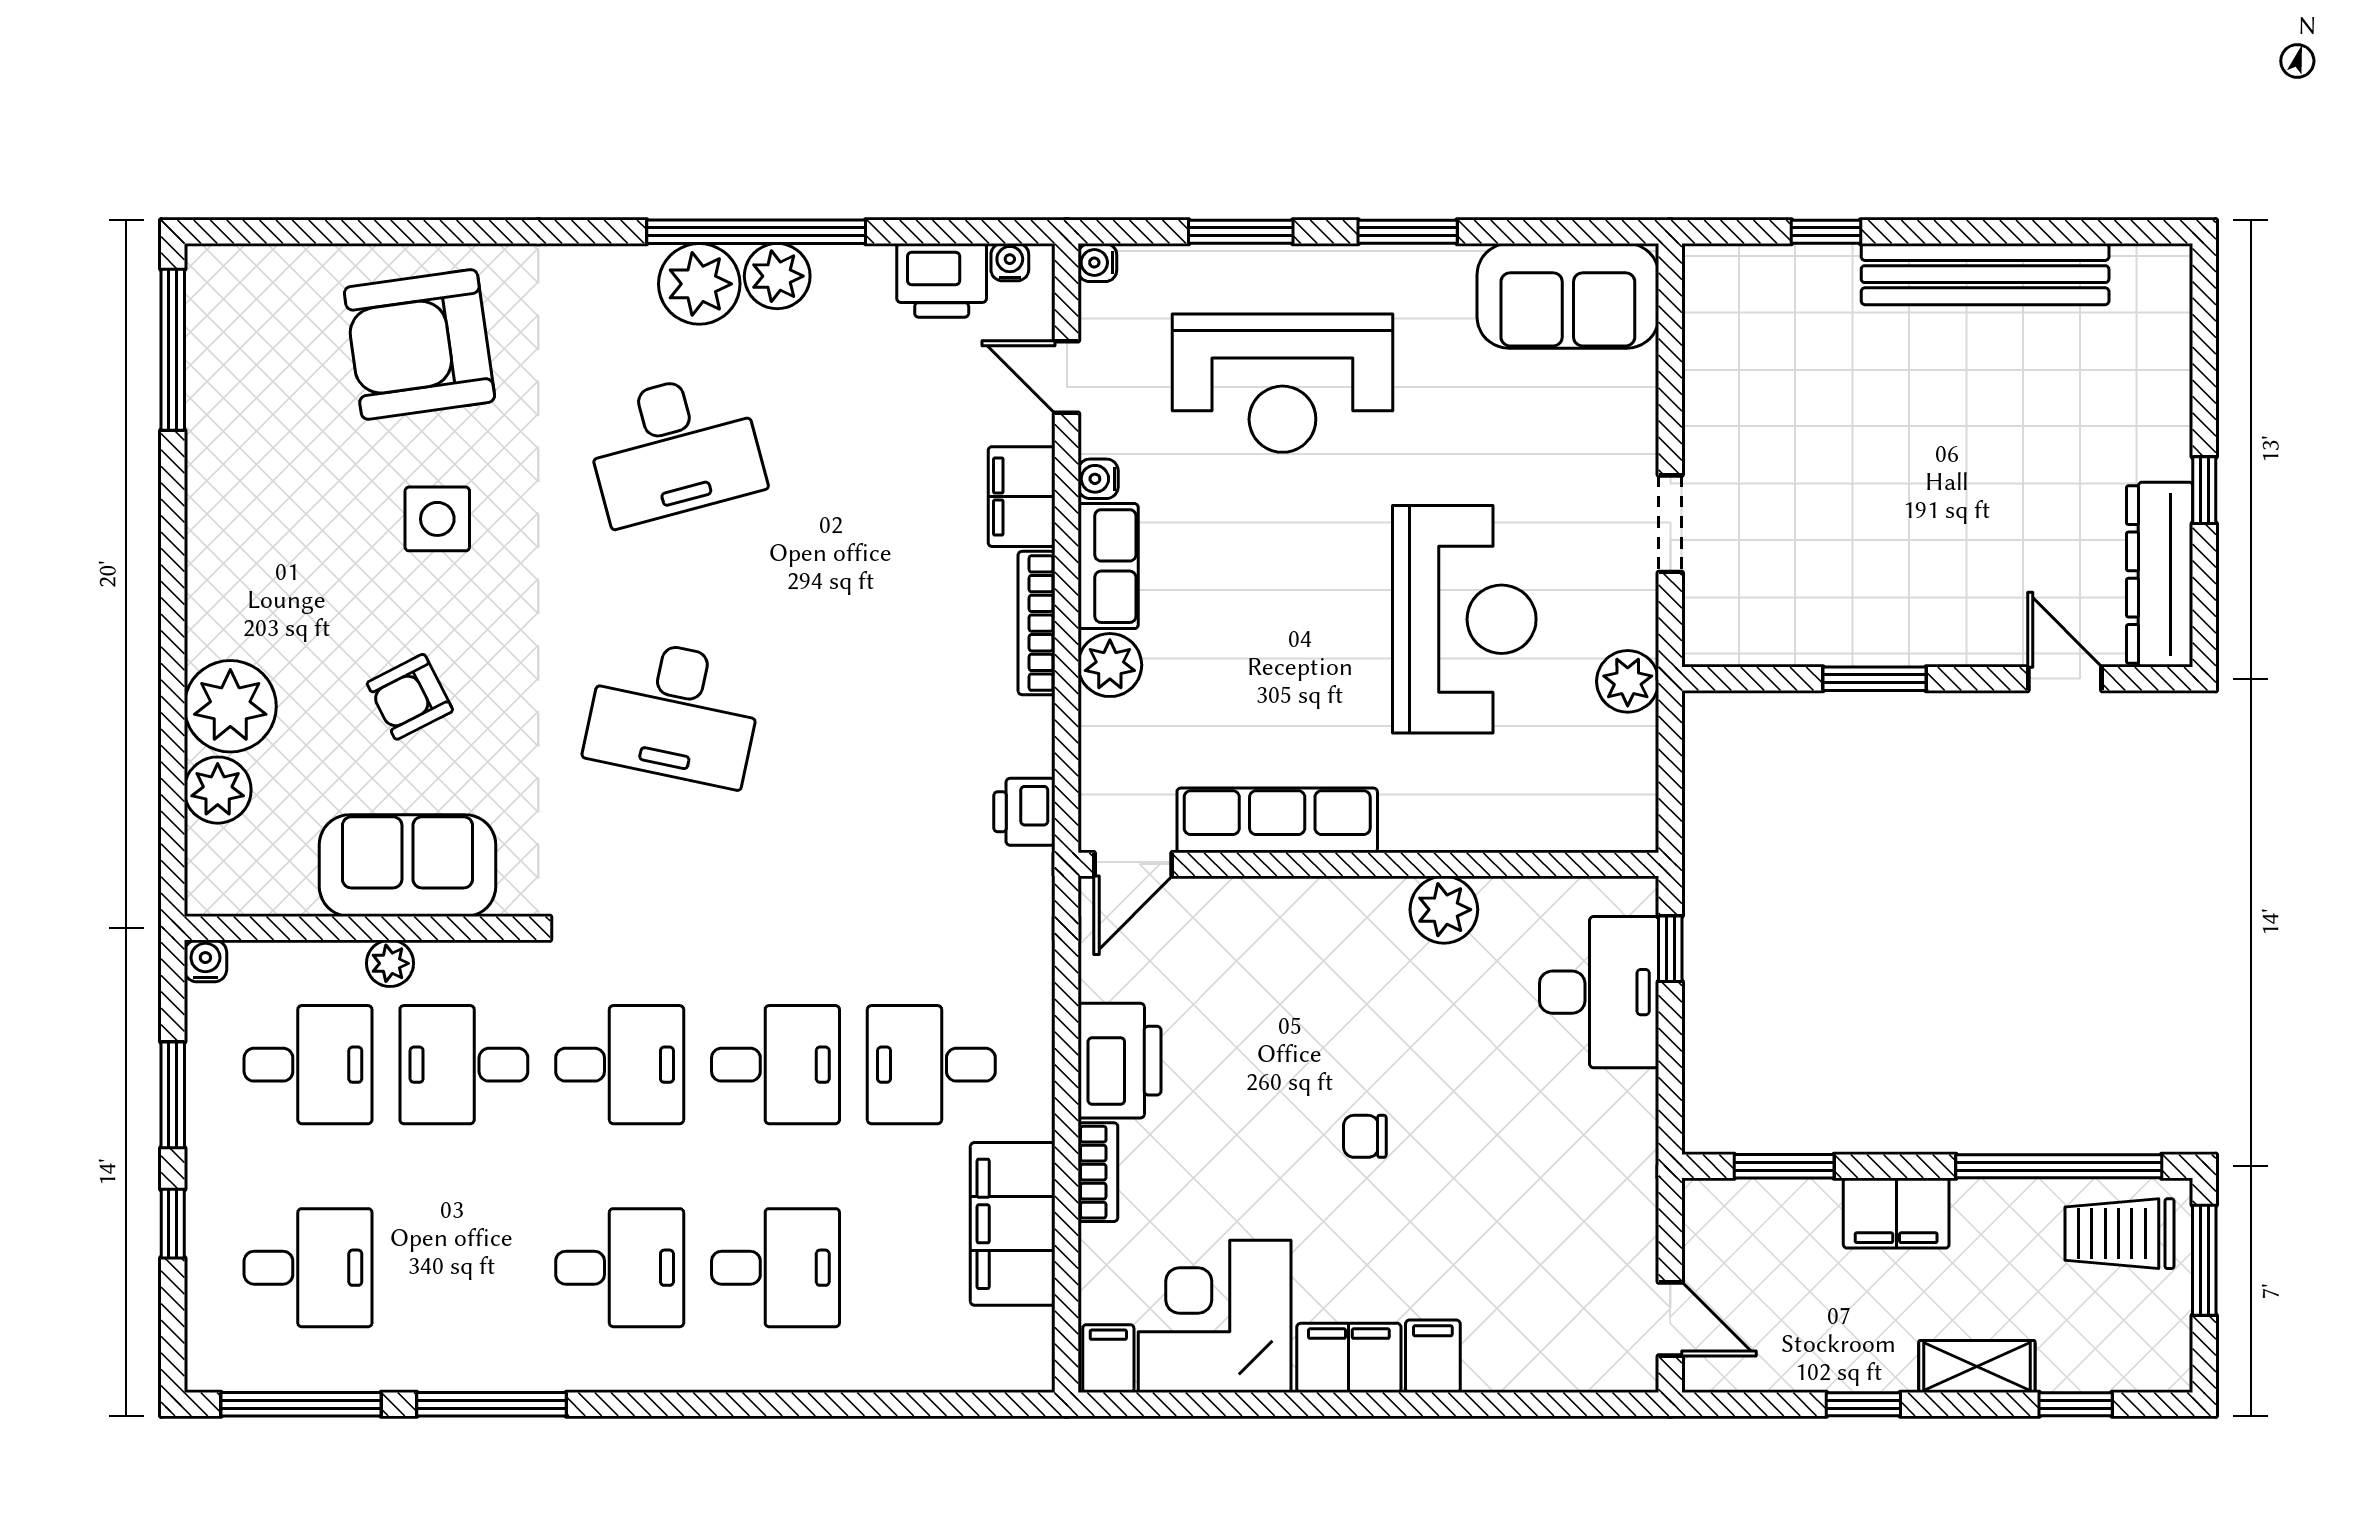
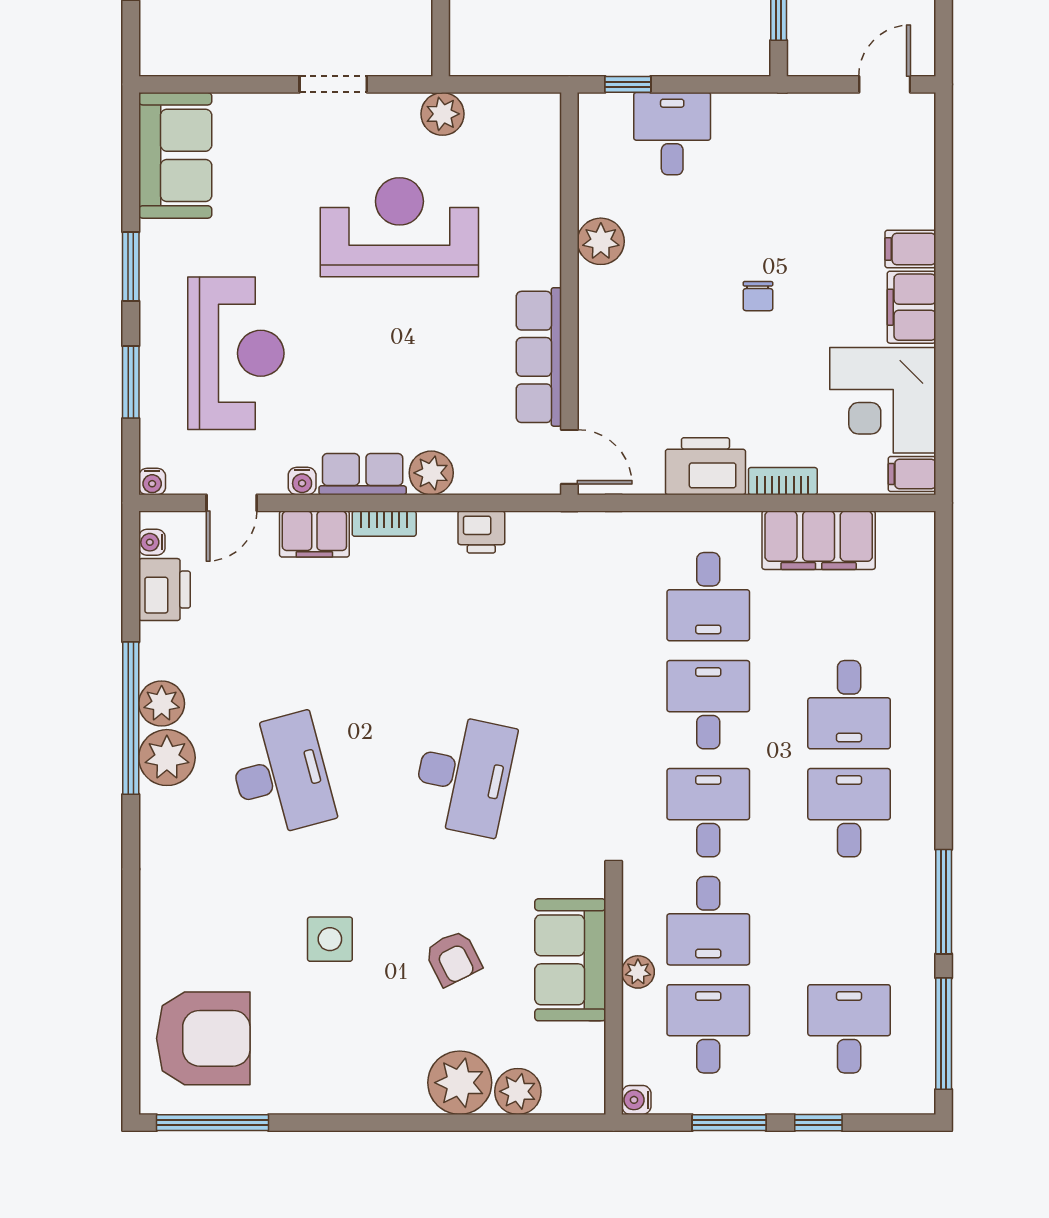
armchair: (419, 344) -> (203, 1038), moved, turned -82
bookcase: (1037, 623) -> (384, 524), width x0.64
printer: (1024, 812) -> (481, 532), moved
desk: (1599, 992) -> (672, 134), width x0.73
desk: (775, 1268) -> (849, 705), turned 180

